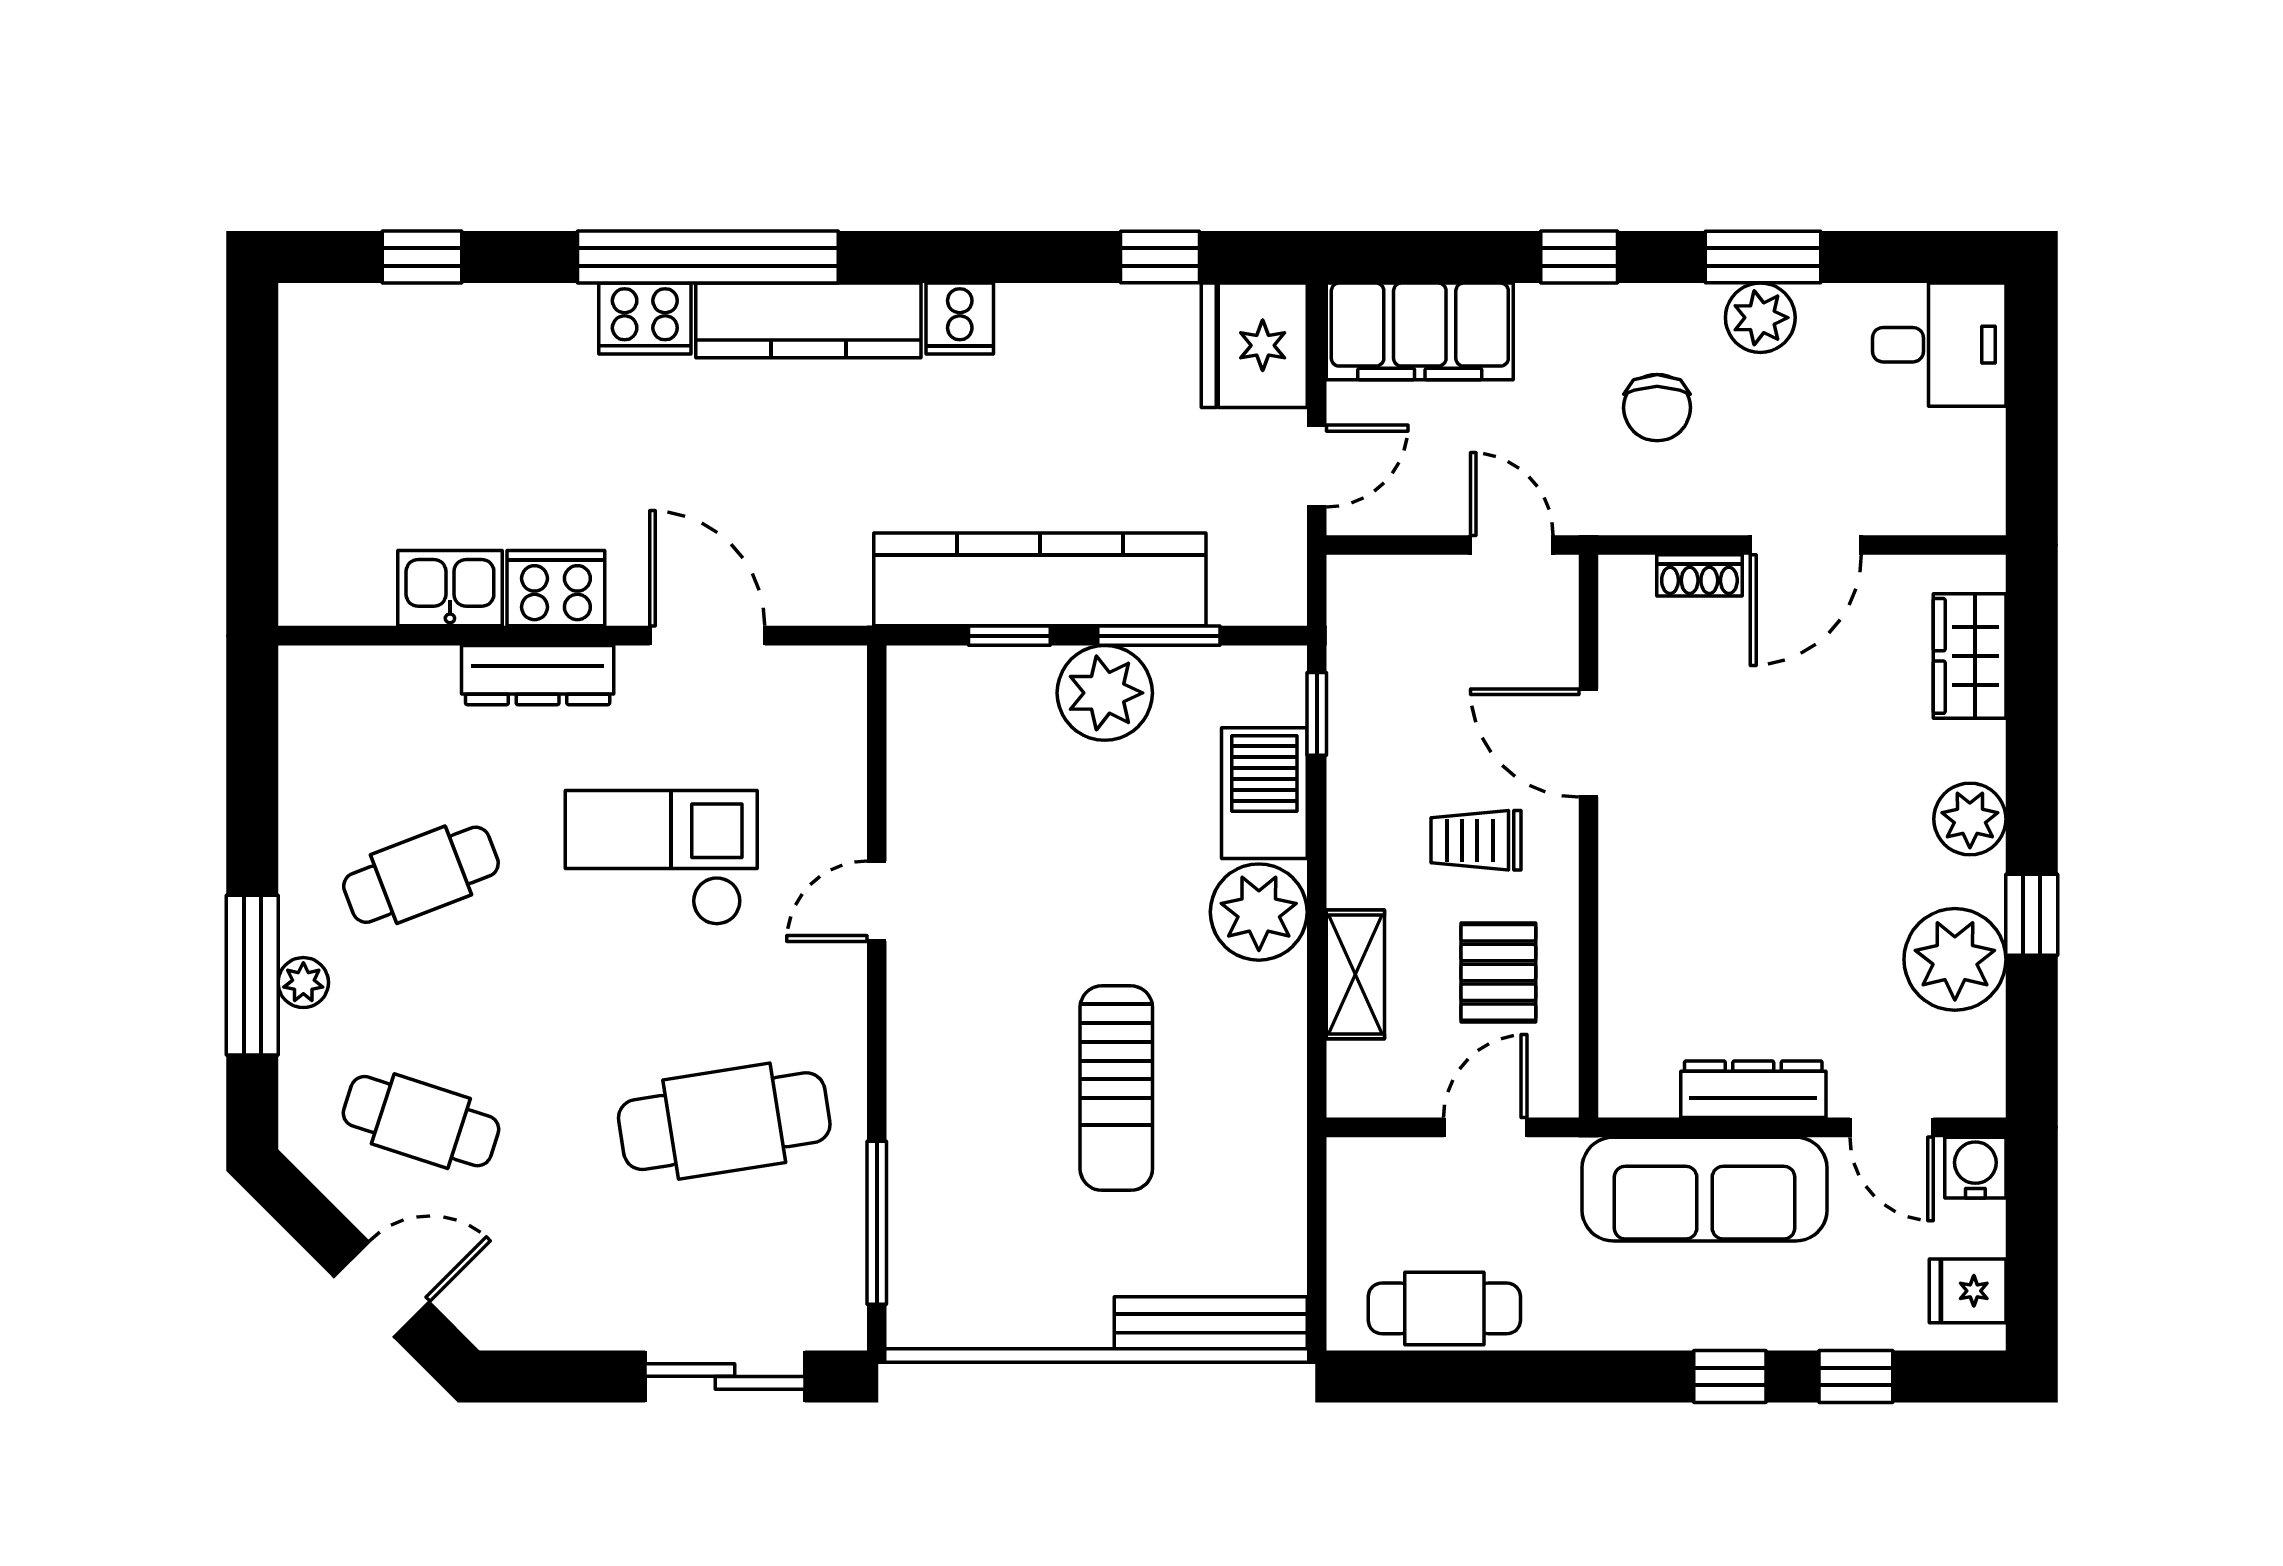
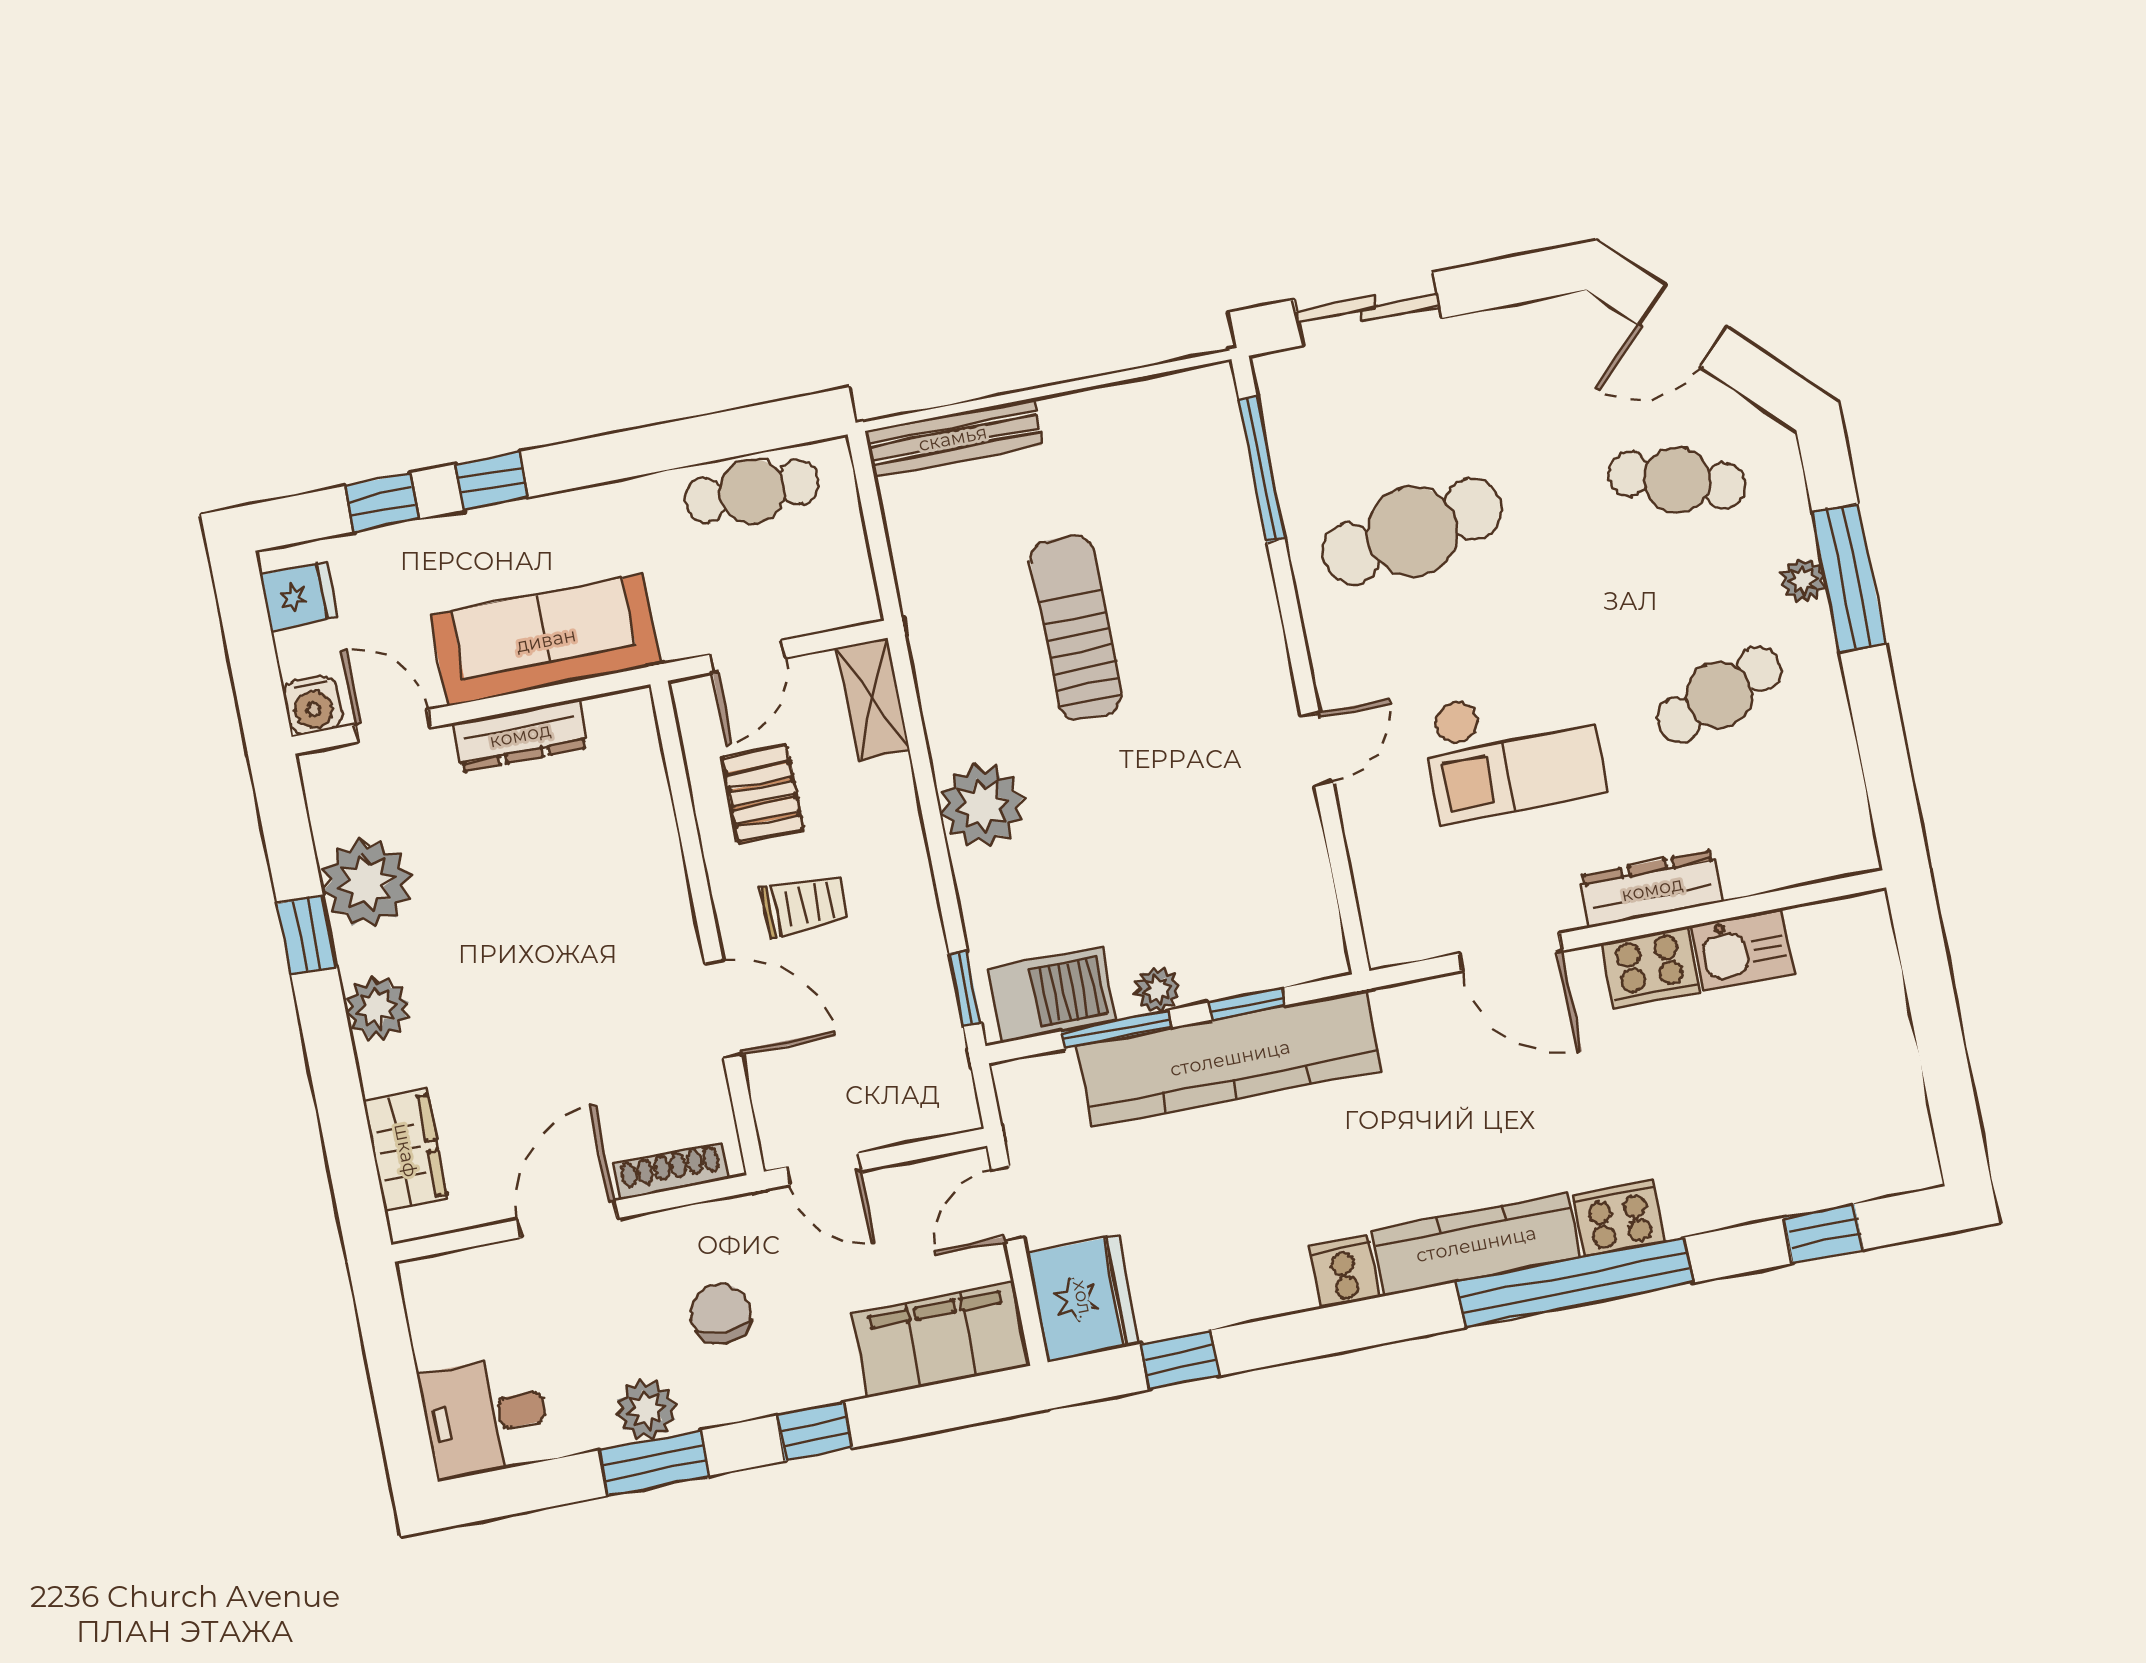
shoe rack: (1699, 575) -> (671, 1171), width x1.43
plant: (1105, 693) -> (1158, 990), width x0.53, depth x0.53
barbecue: (1264, 793) -> (1051, 995), moved, turned -90
shelving: (1355, 974) -> (873, 699), moved

